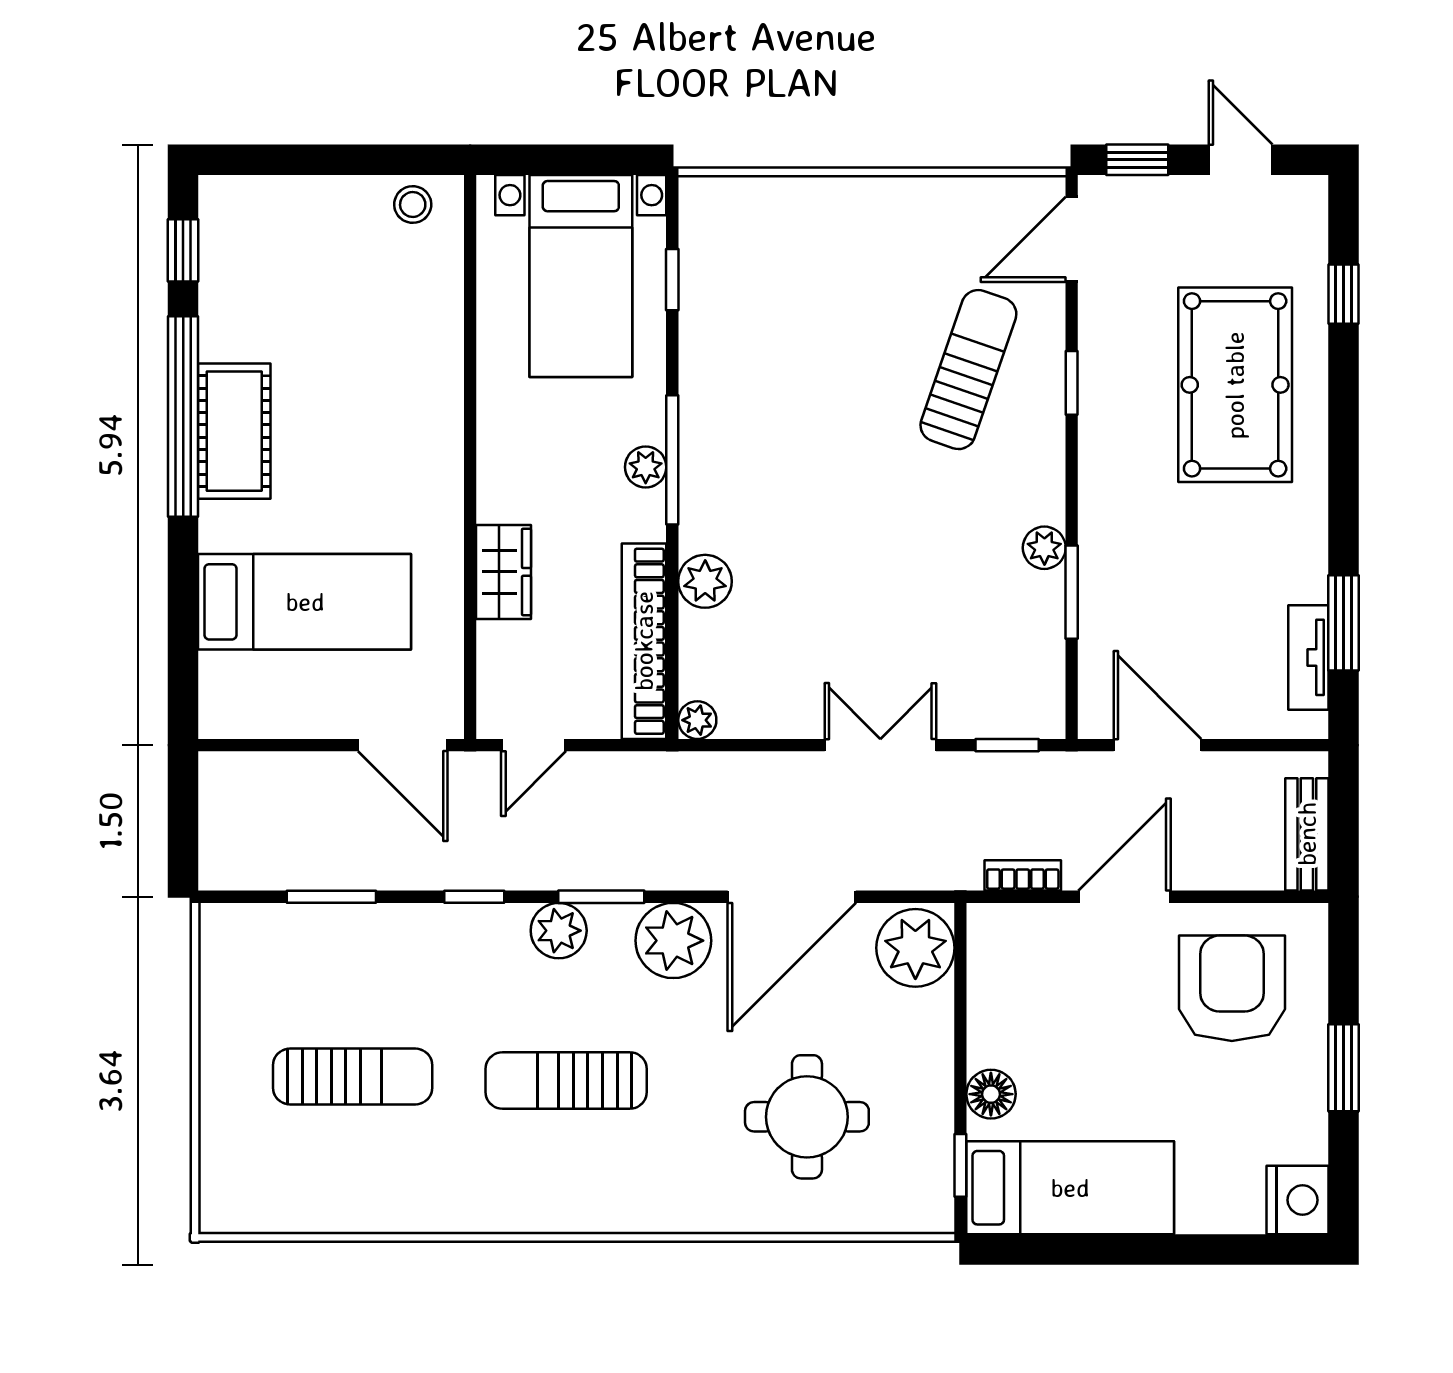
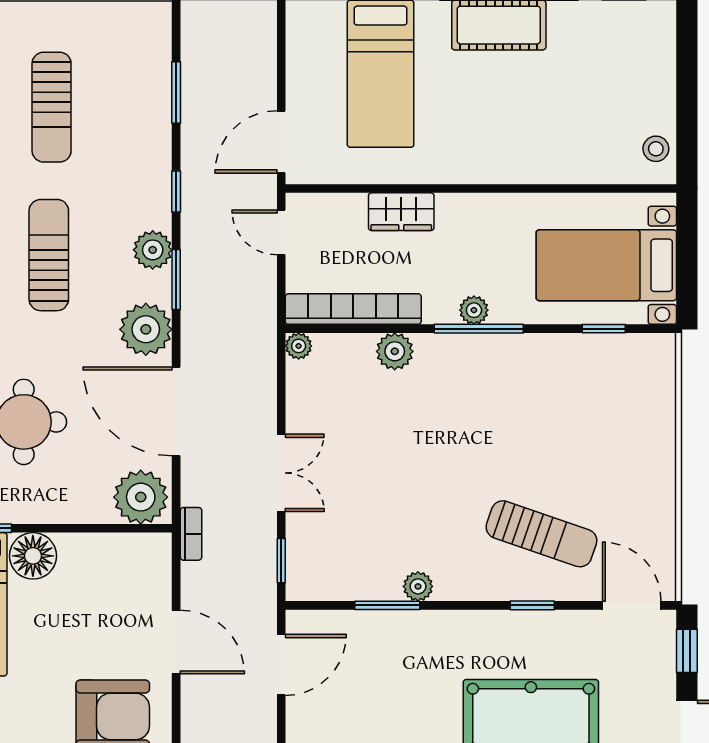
bookcase: (1023, 875) -> (191, 534), moved
floor lamp: (991, 1094) -> (33, 556), width x1.38, depth x1.38

